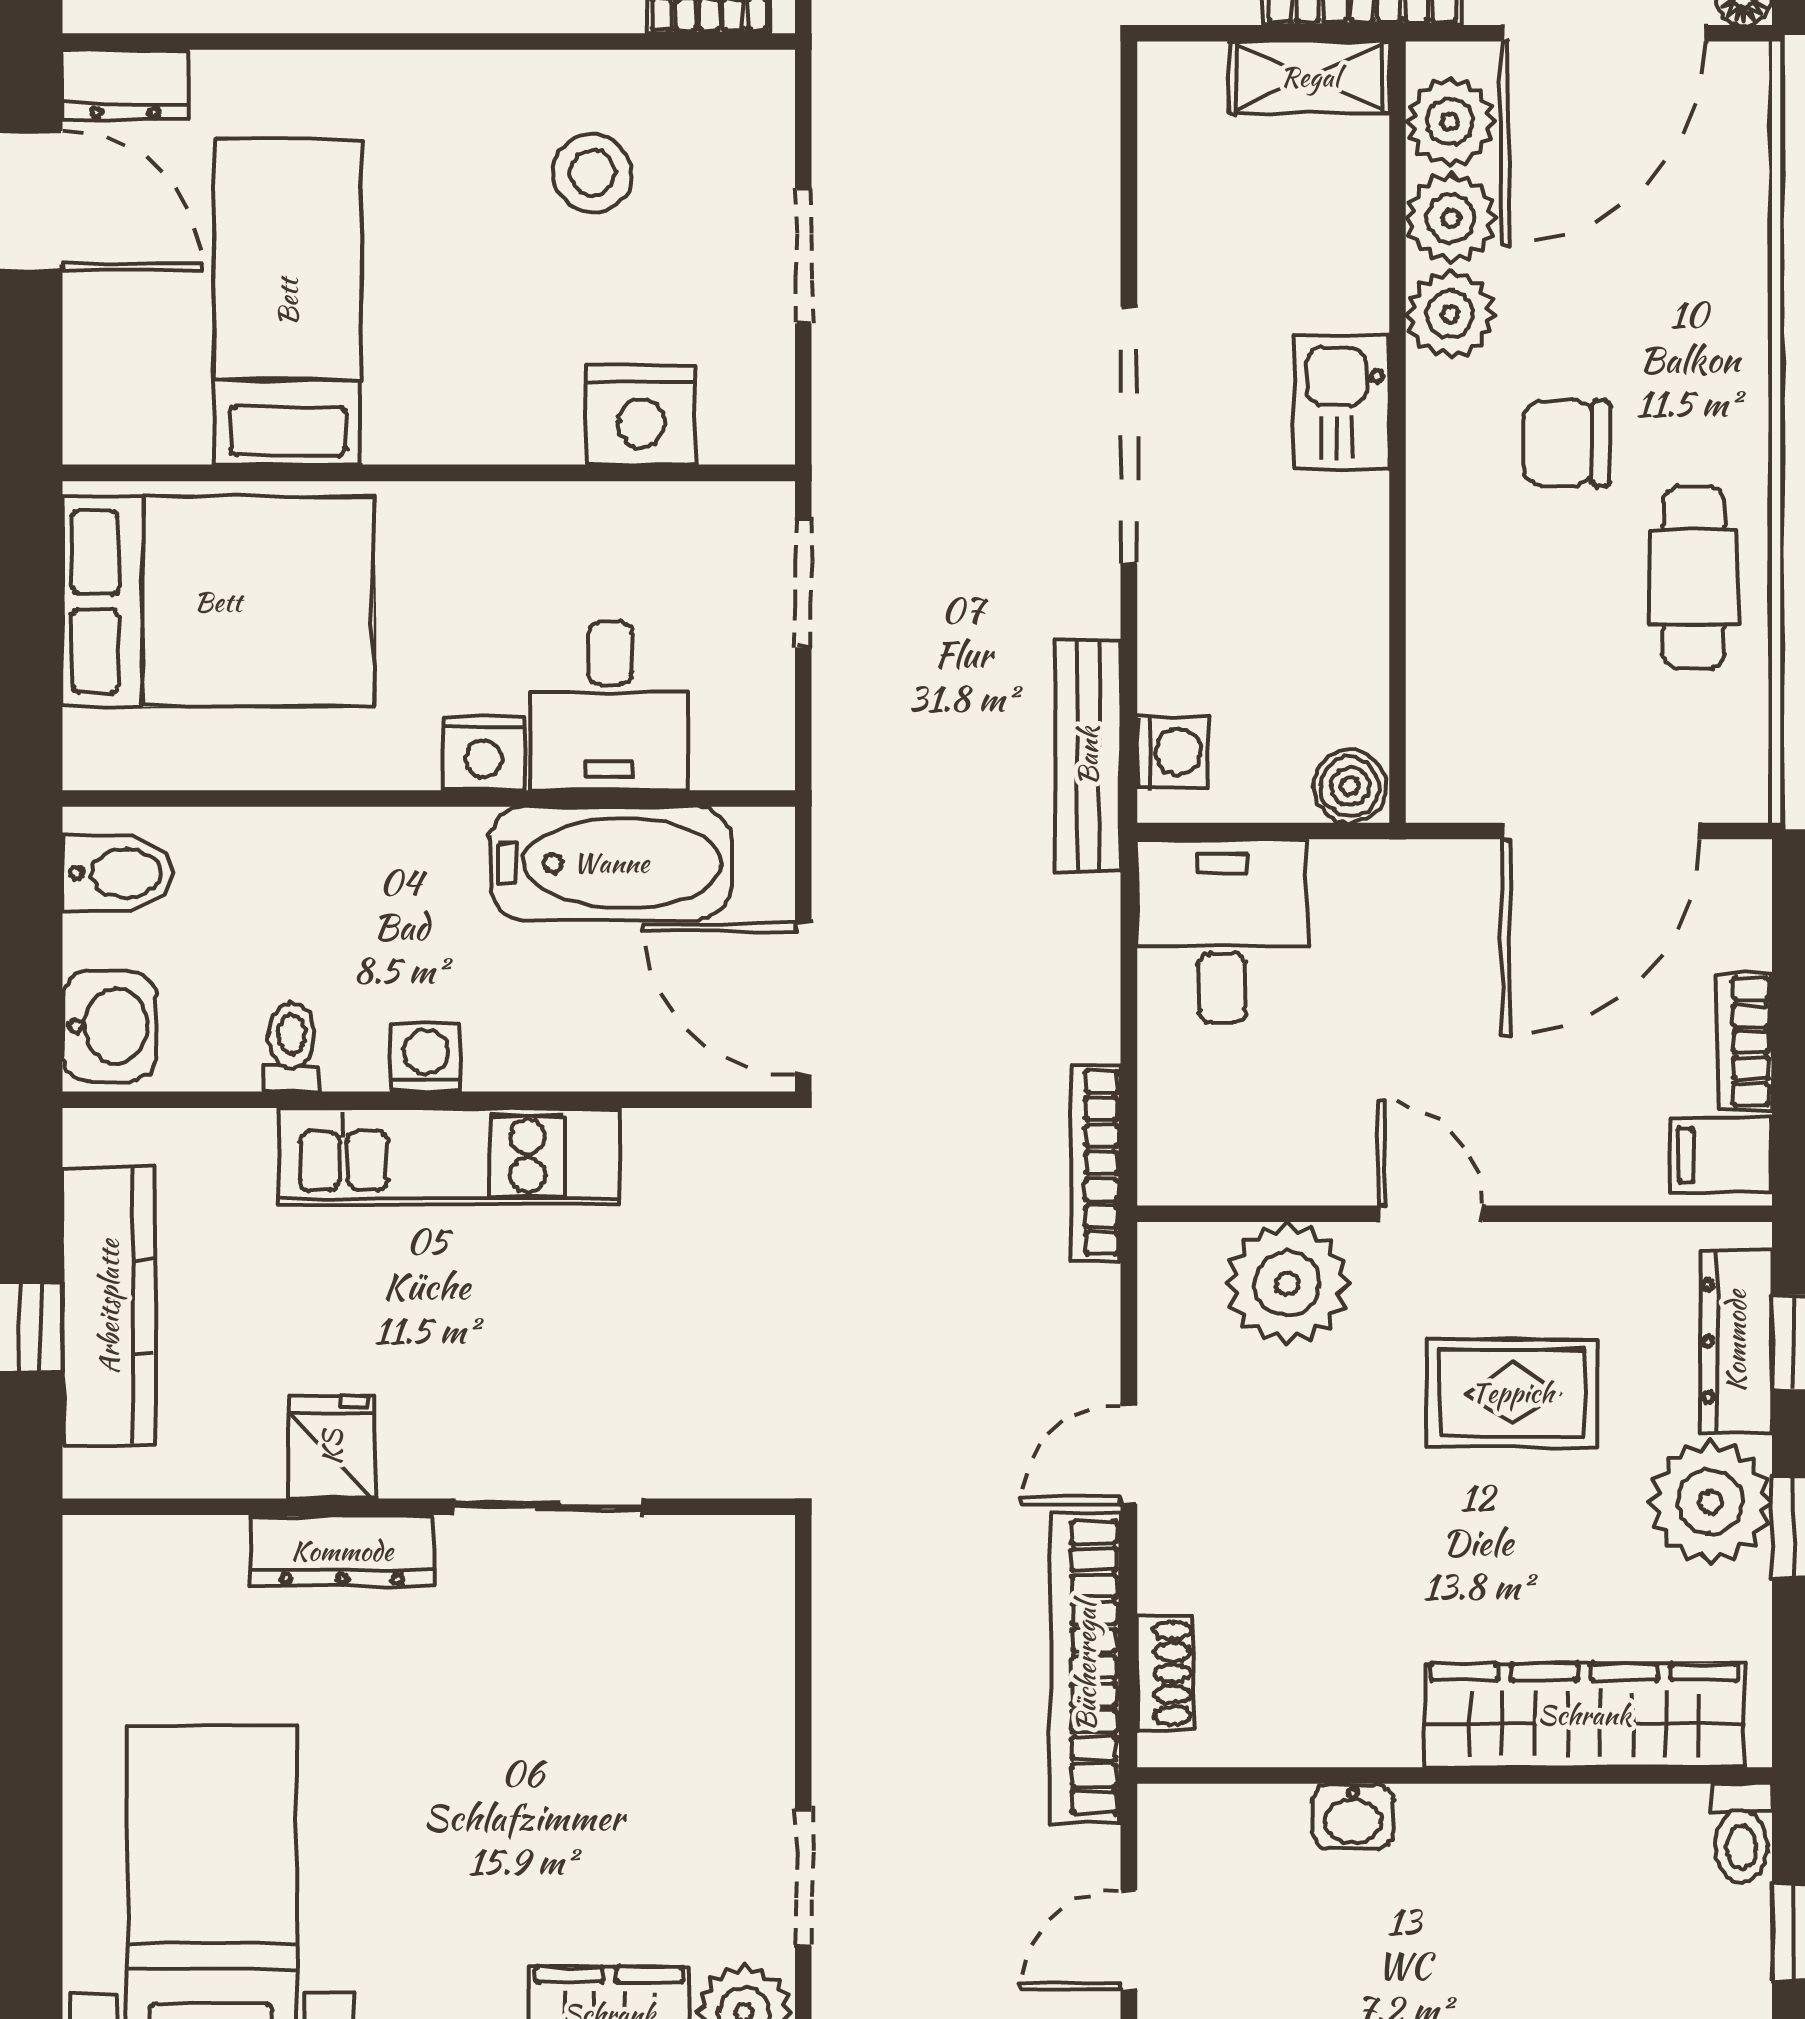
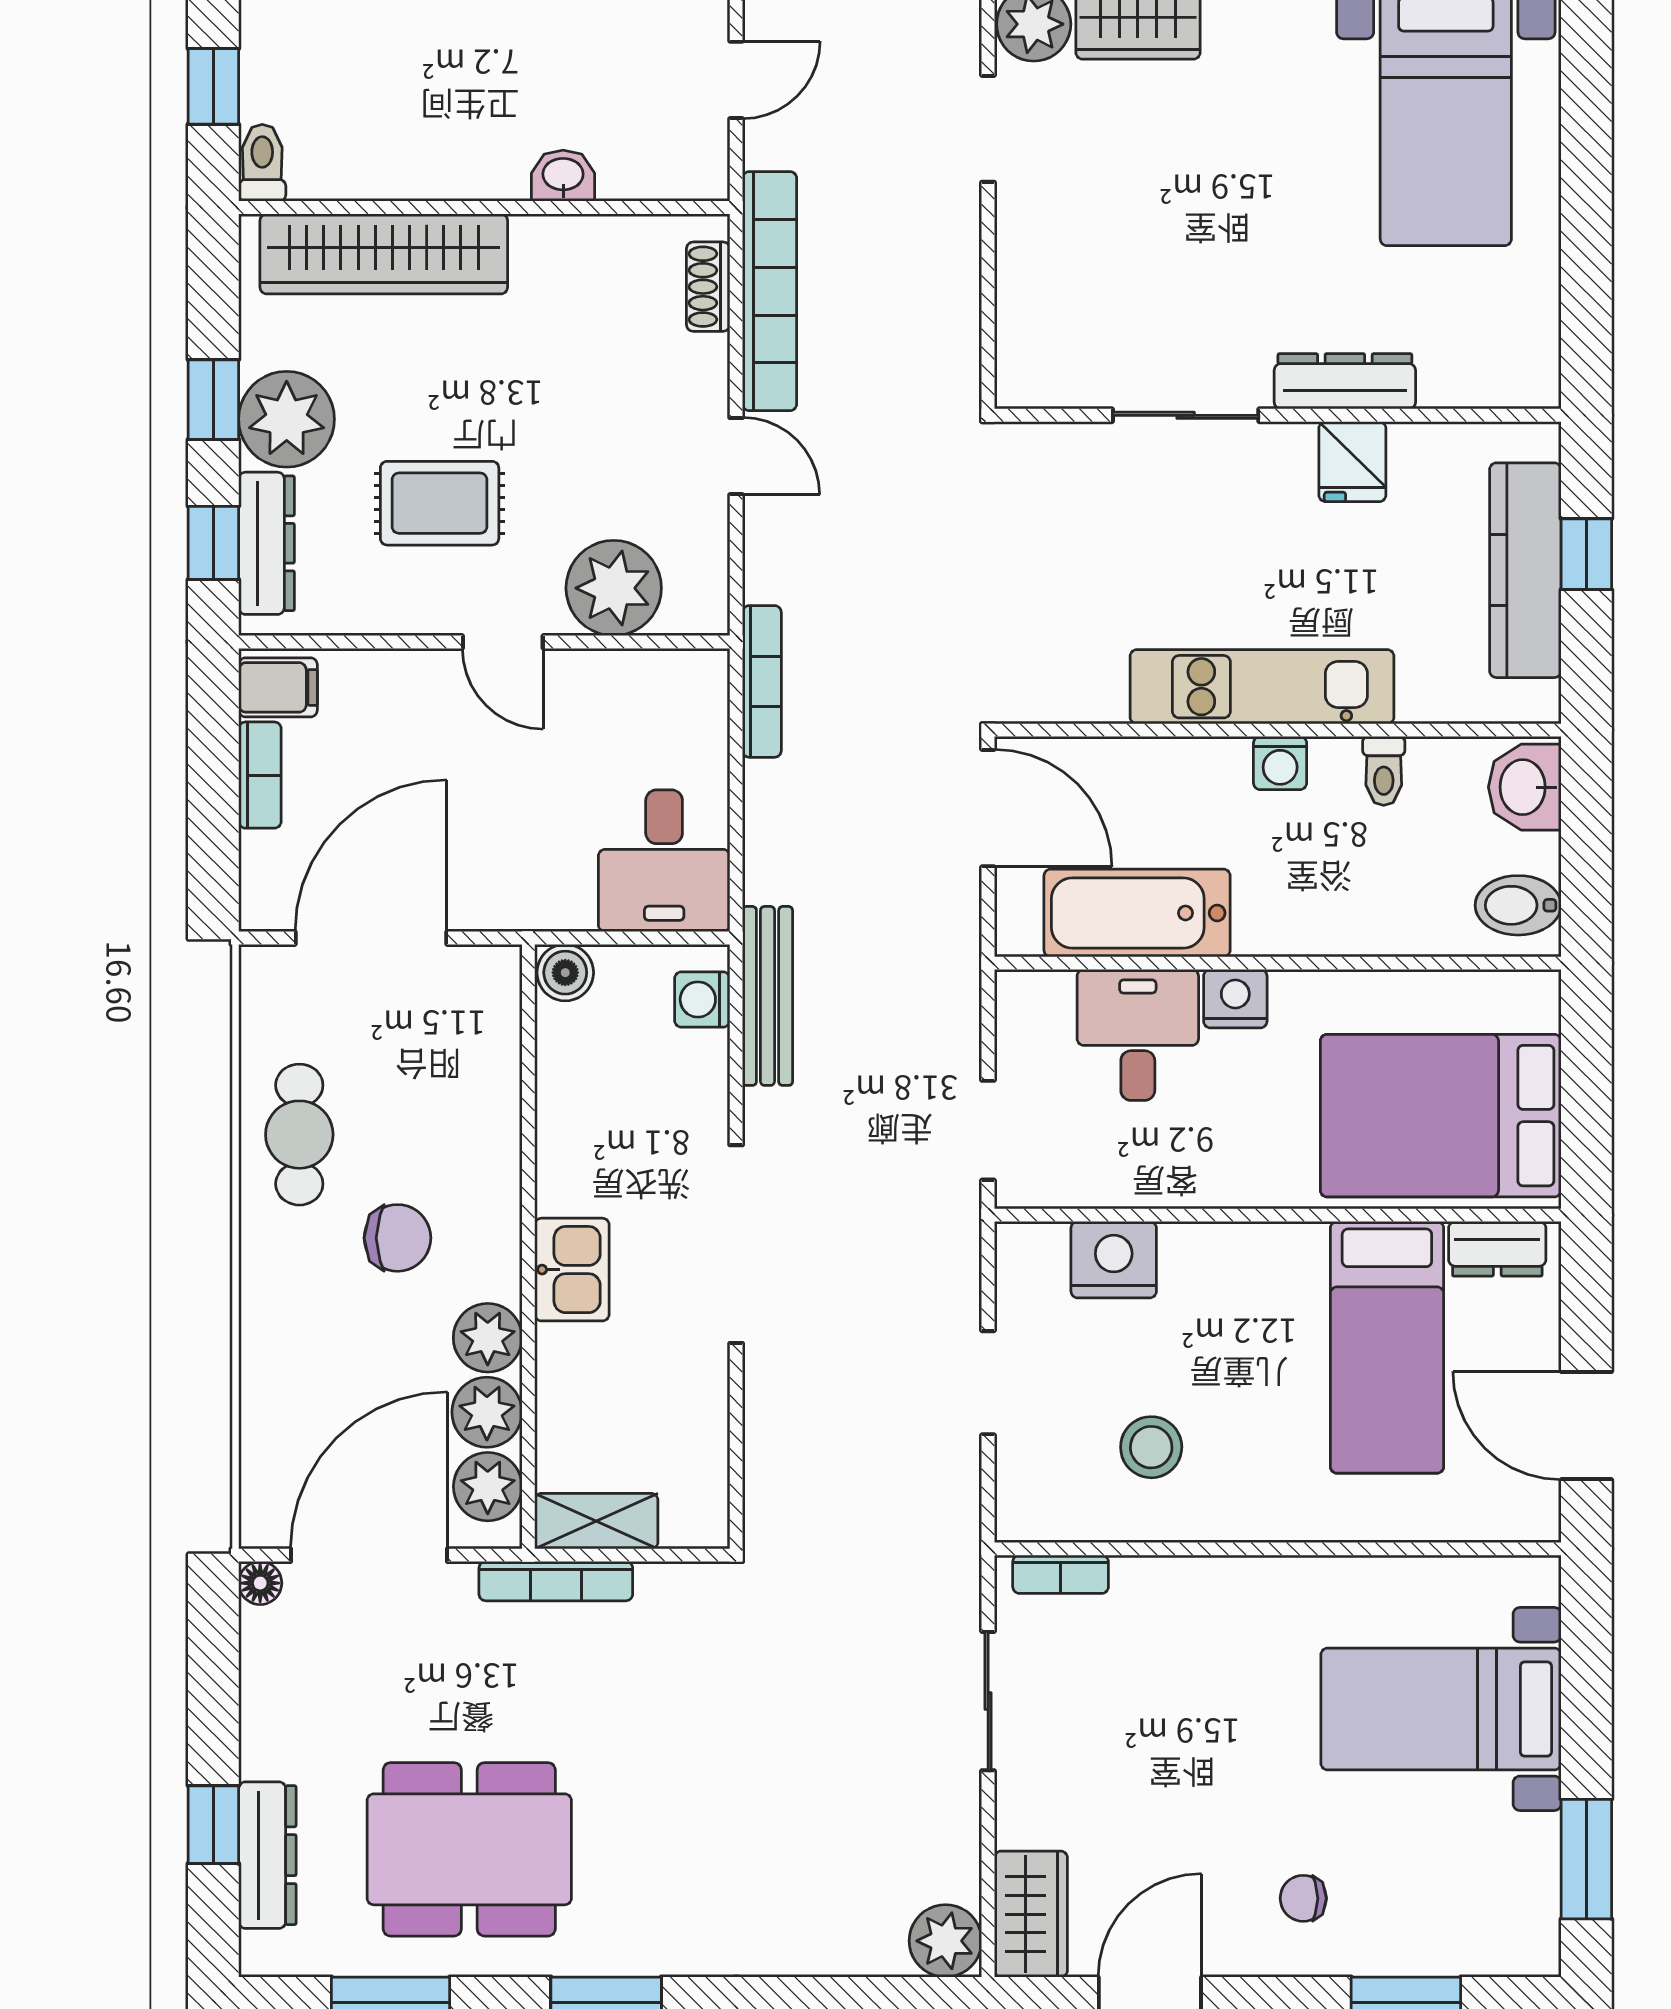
dresser: (125, 85) -> (1497, 1249), moved, turned 180
door: (1129, 1454) -> (736, 456), hinge flipped

